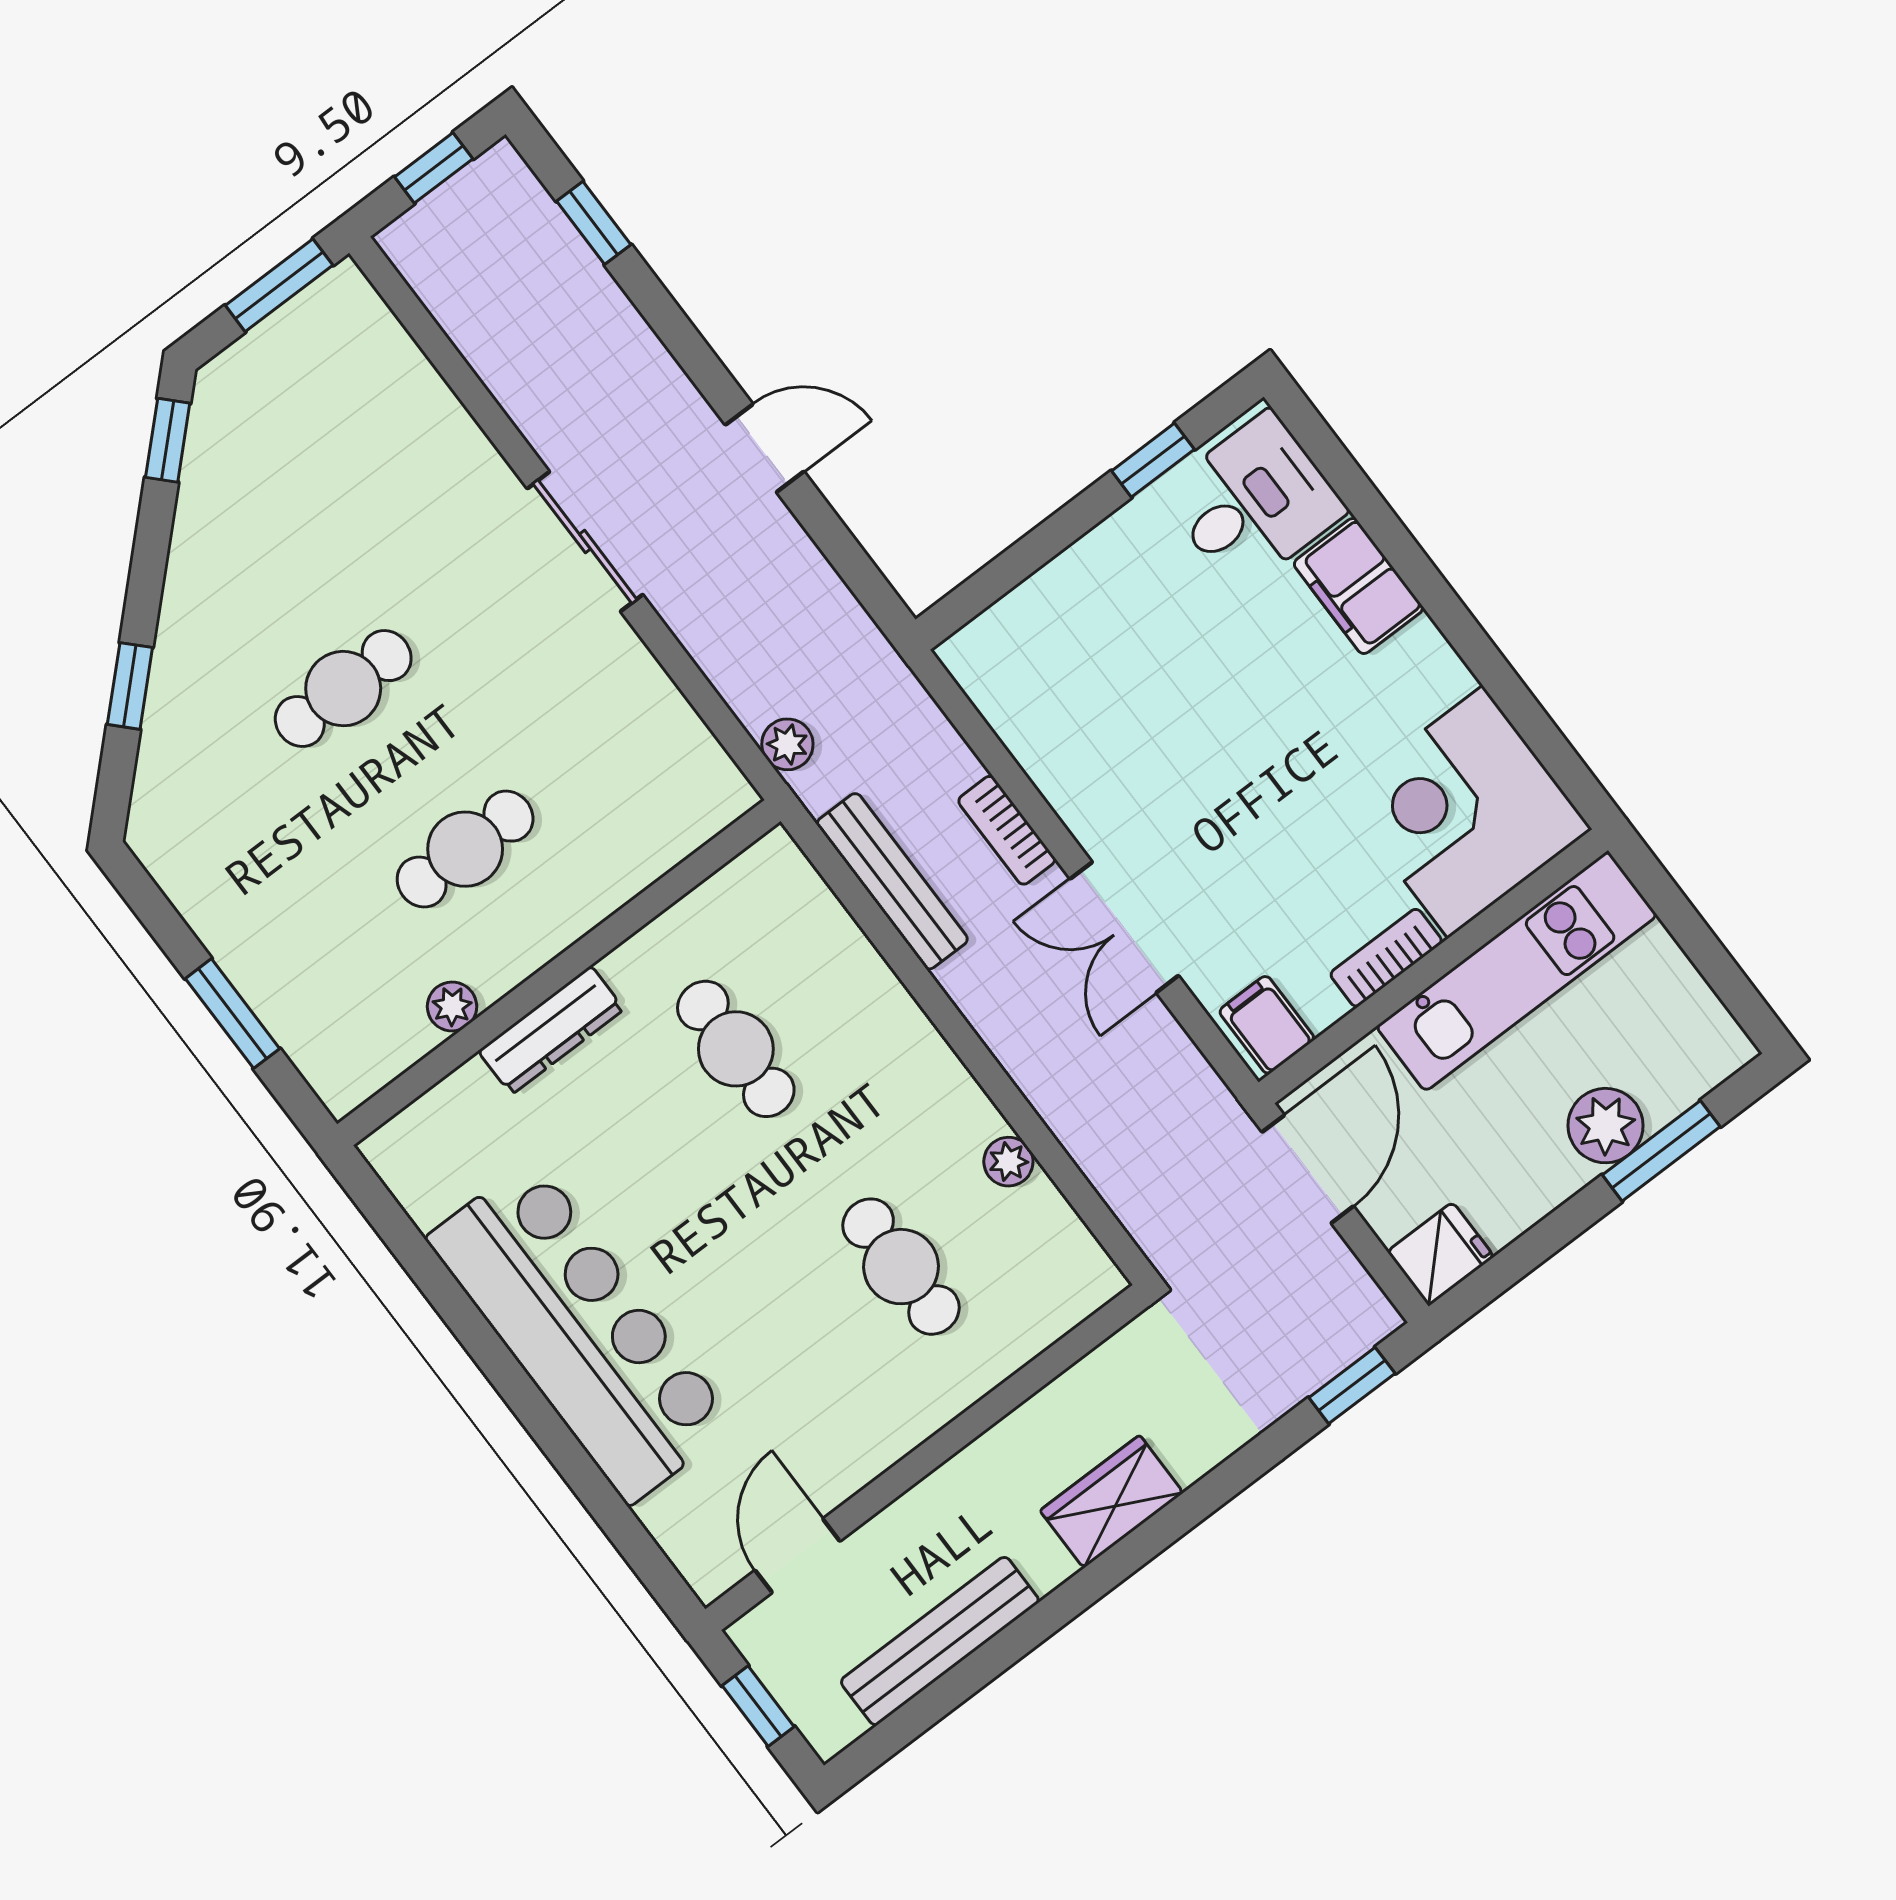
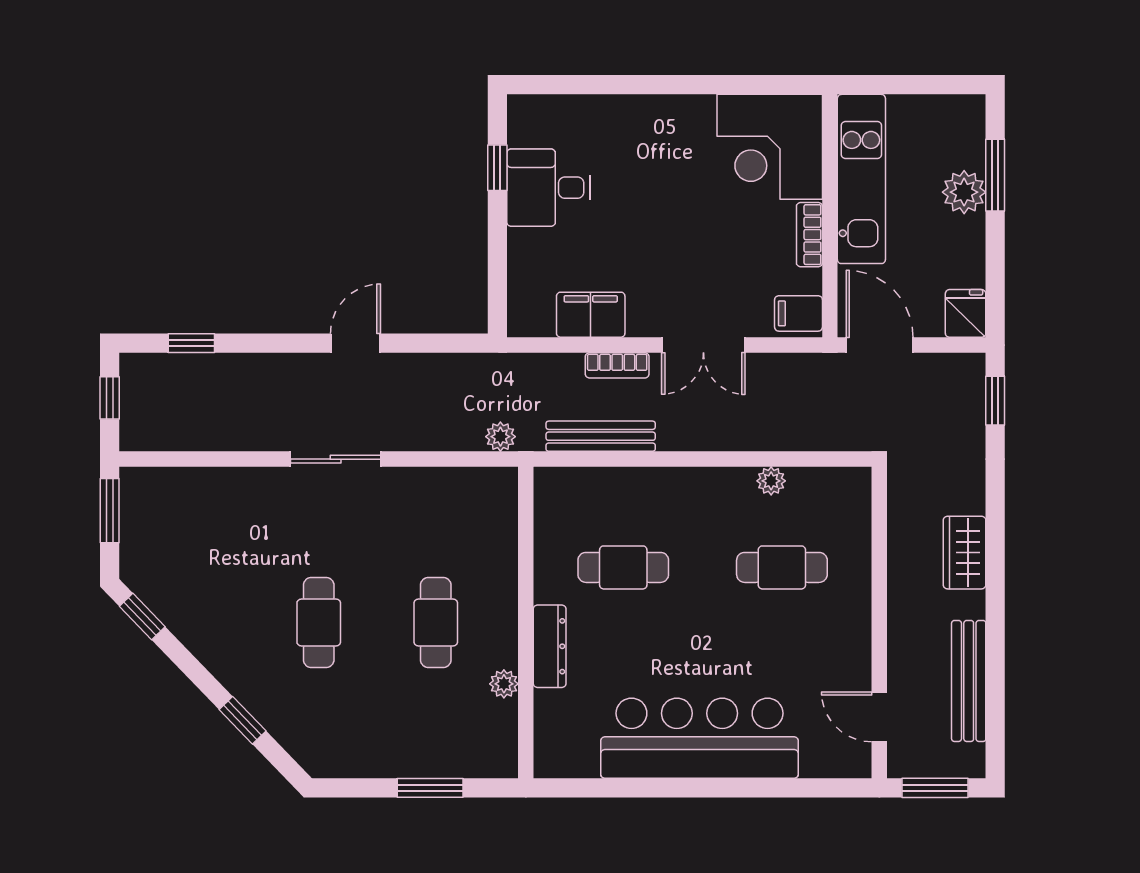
desk: (1253, 502) -> (549, 188), moved, turned -90
filing cabinet: (1358, 586) -> (591, 315), moved, turned 180
window: (758, 1706) -> (935, 788), width x1.50

